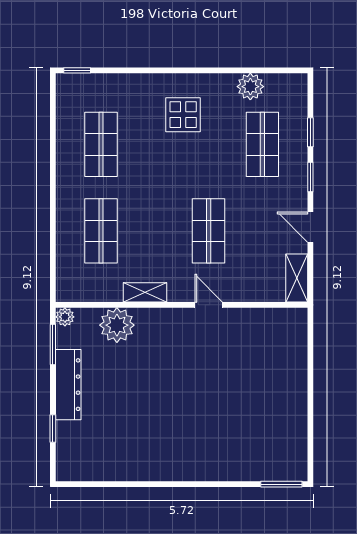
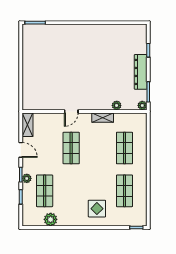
display table: (183, 115) -> (97, 209), moved
plant: (298, 170) -> (27, 178), added
door: (209, 305) -> (71, 111), hinge flipped
plant: (117, 325) -> (117, 105), width x0.53, depth x0.53

